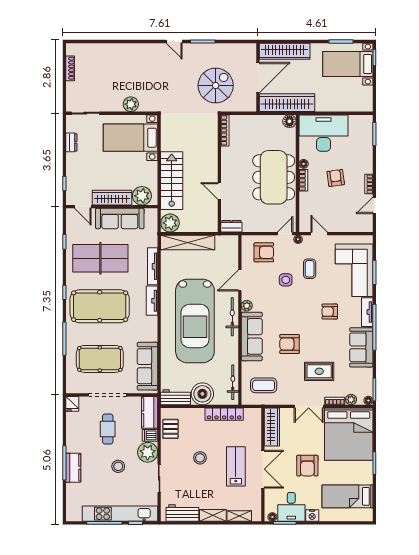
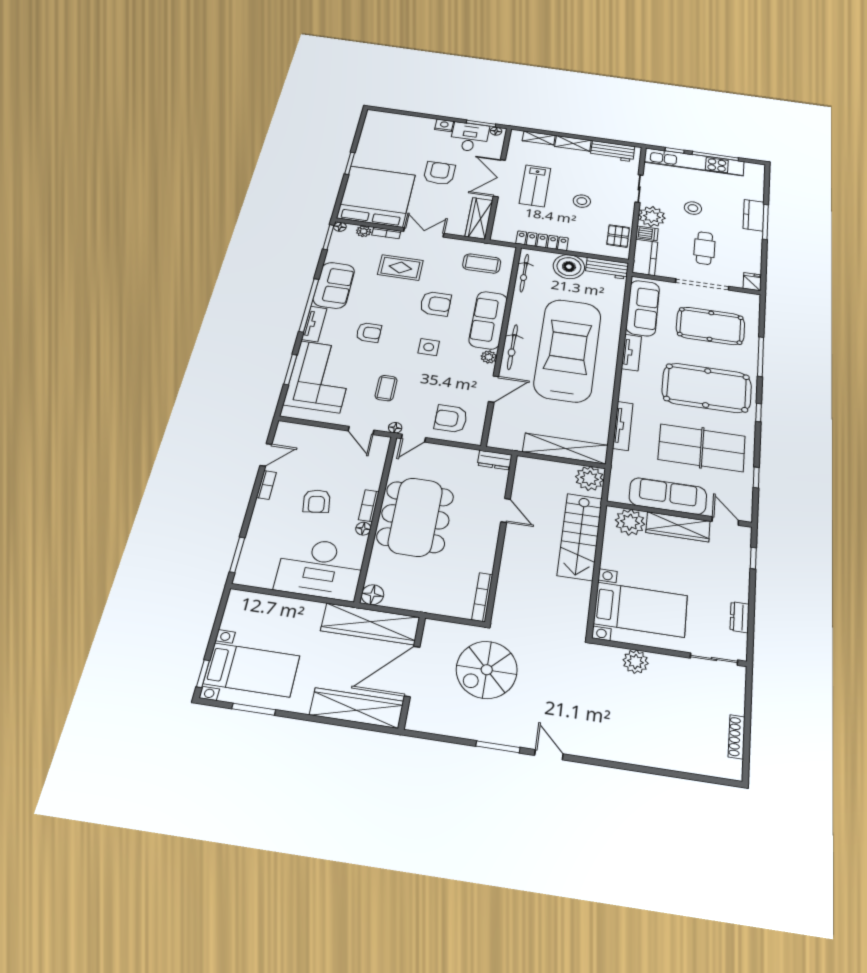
side table: (286, 280) -> (429, 347), moved
tv unit: (152, 301) -> (631, 353), moved
bed: (347, 496) -> (394, 137), removed

